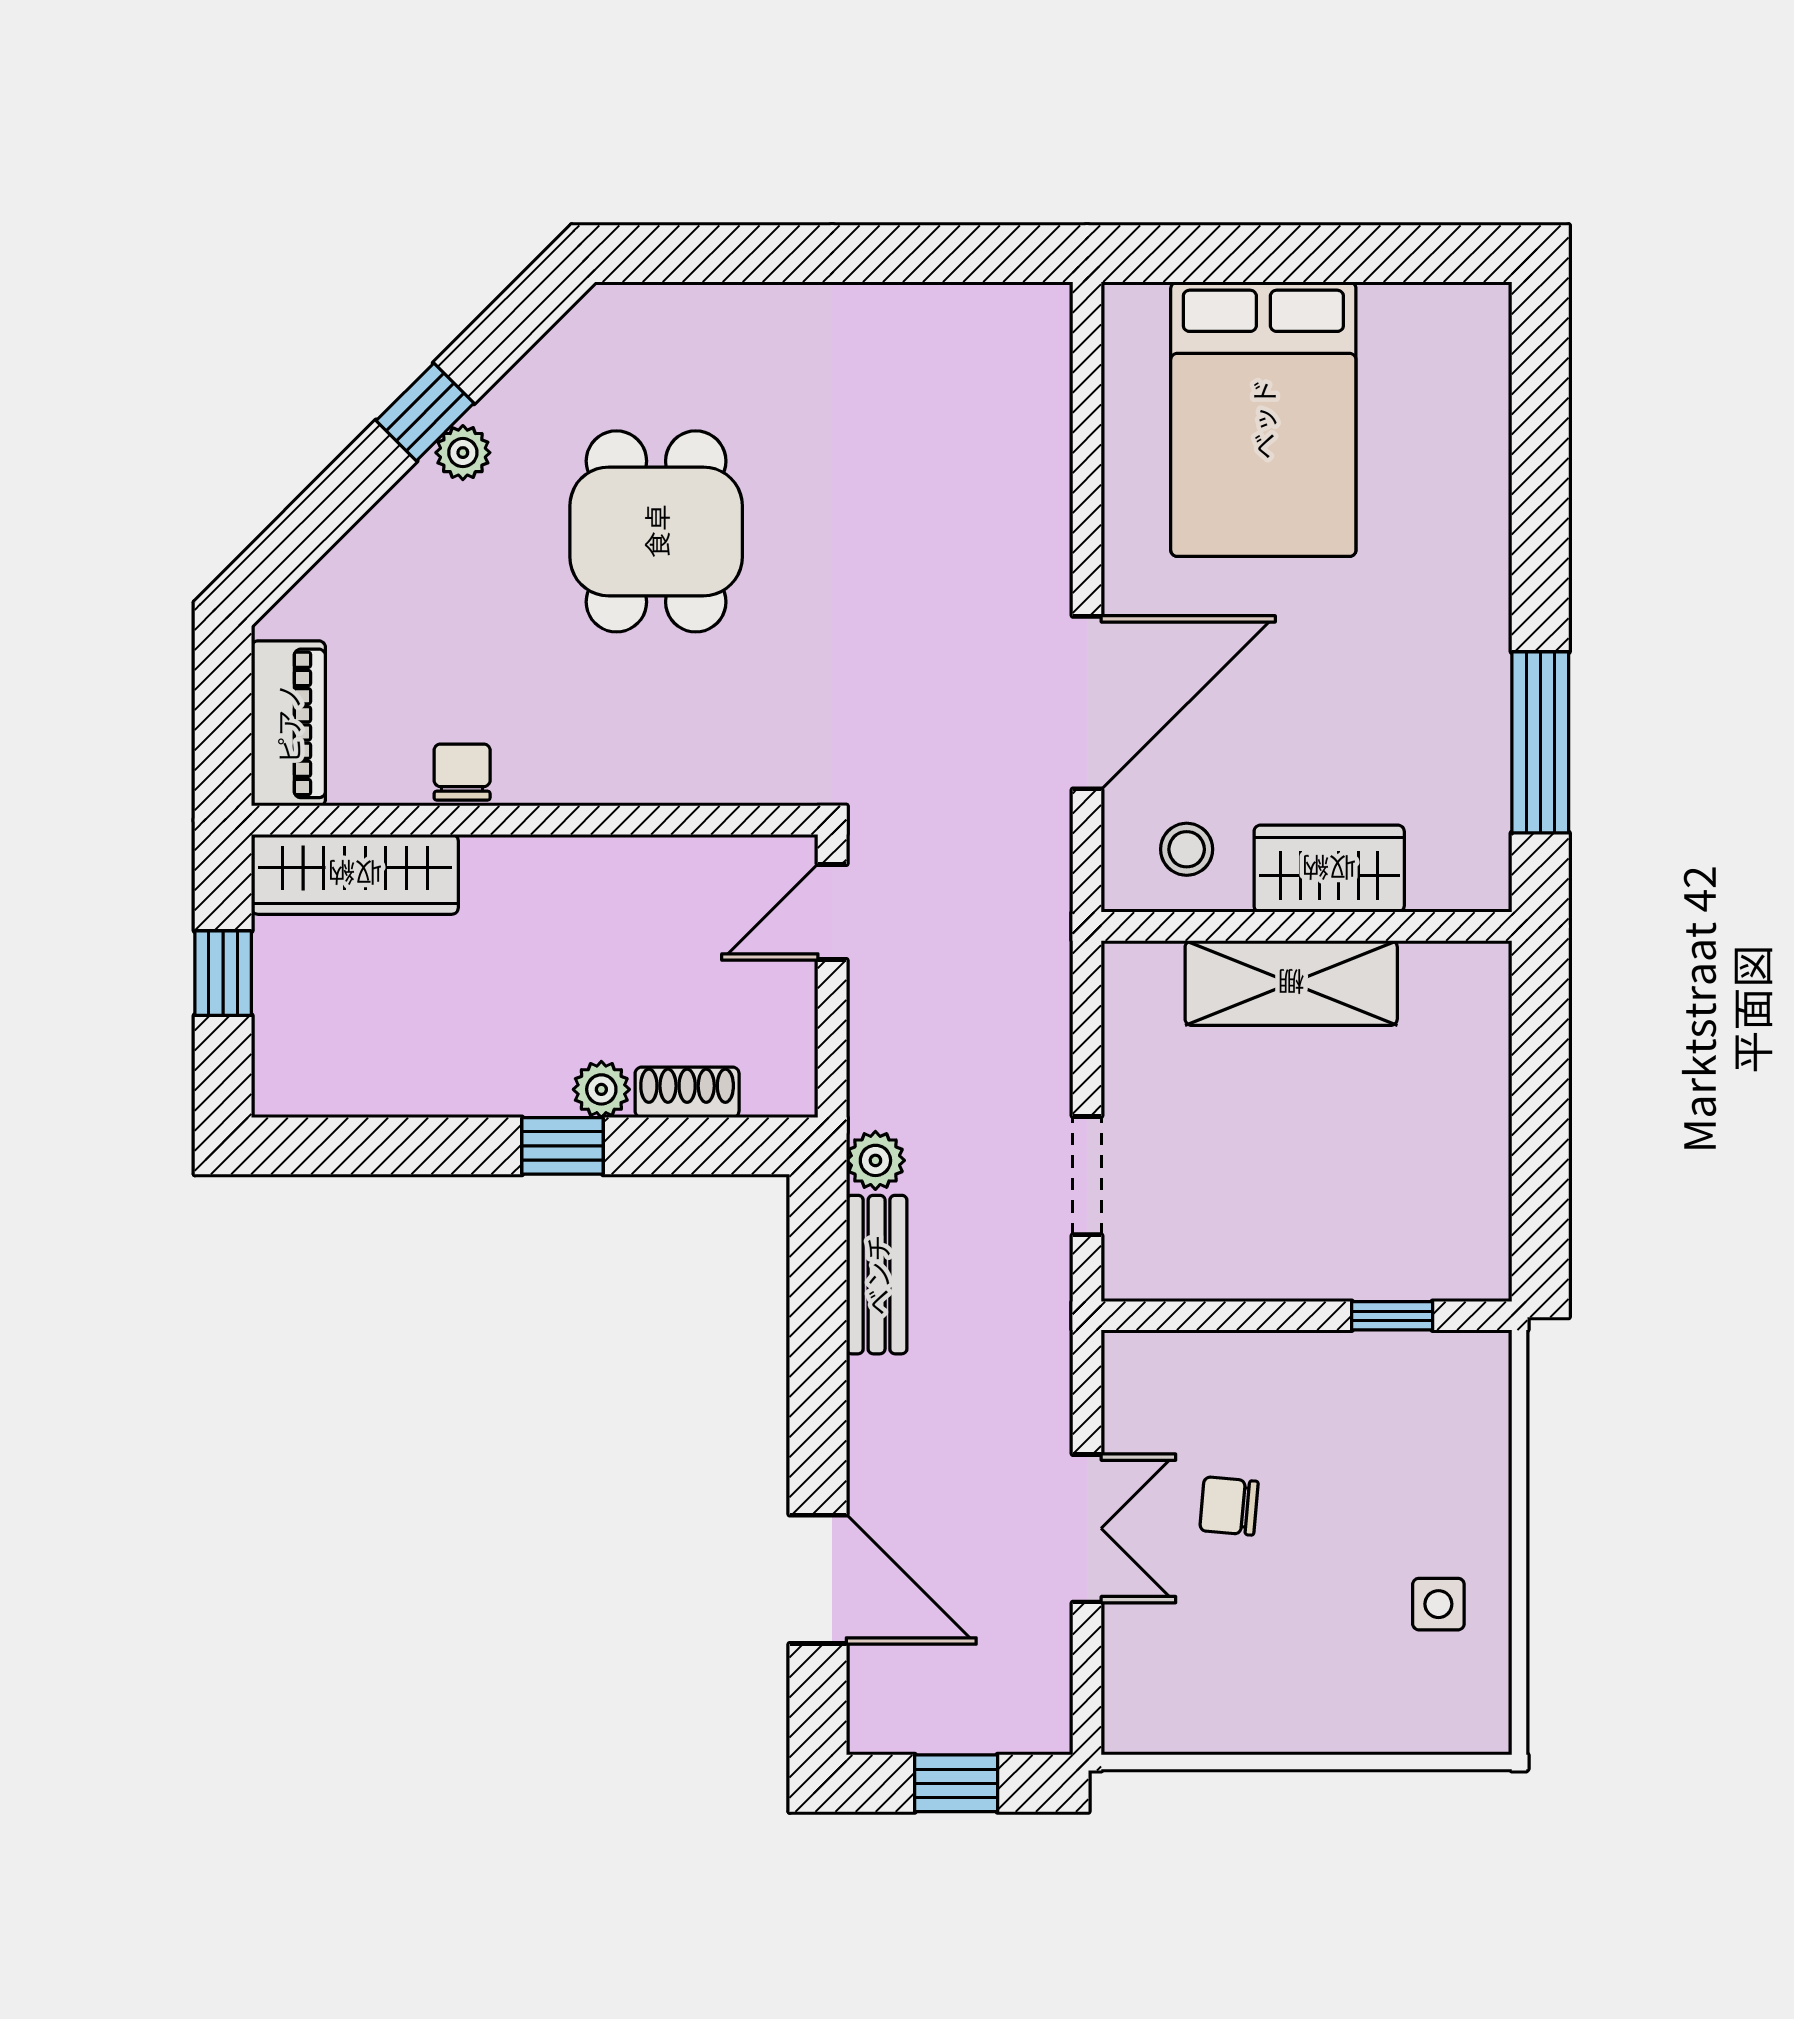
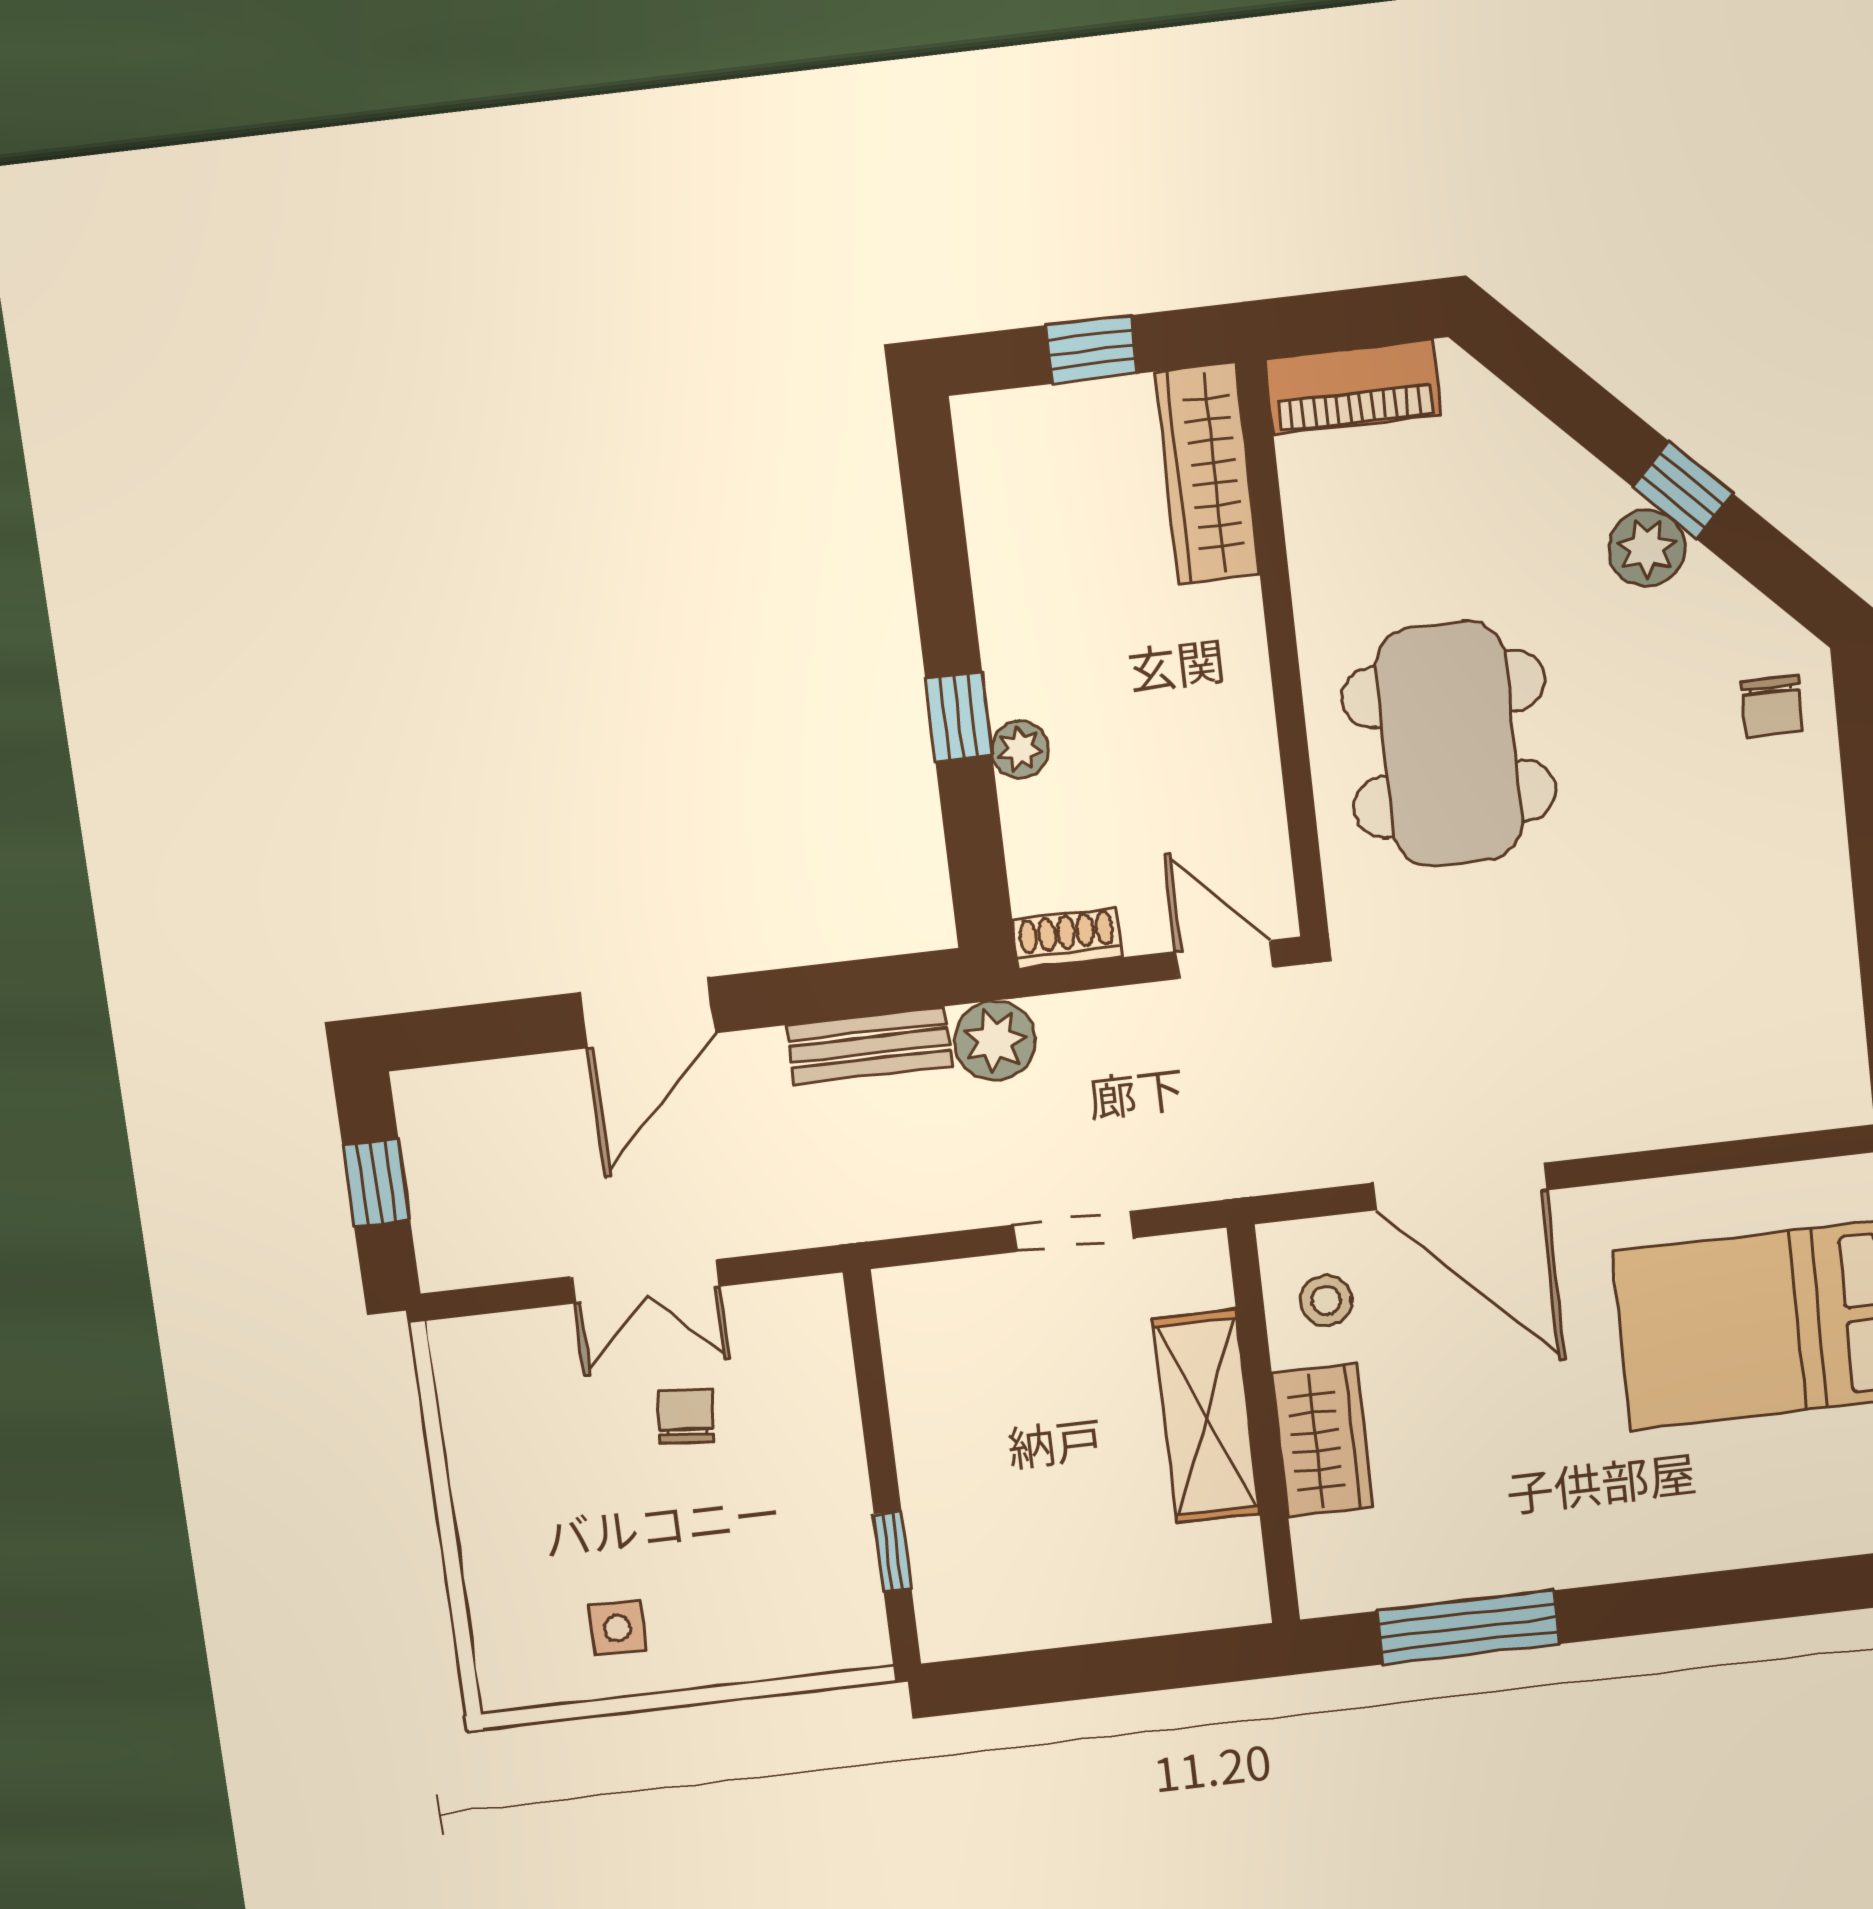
plant: (463, 453) -> (1647, 548), width x1.38, depth x1.38
dining table: (656, 531) -> (1449, 744), moved, width x1.38
chair: (462, 772) -> (1772, 706), moved, turned 90
shoe rack: (687, 1092) -> (1067, 938), moved, turned -90
plant: (875, 1160) -> (995, 1041), width x1.38, depth x1.38
doorway: (1087, 1176) -> (1073, 1232), moved
door: (818, 1579) -> (647, 1013), moved

